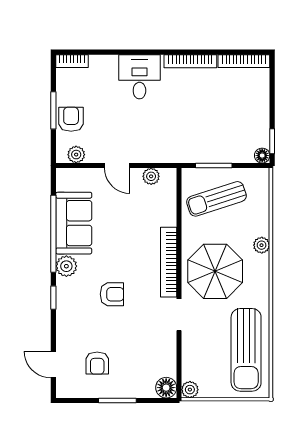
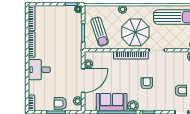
door: (117, 166) -> (83, 81), width x1.87

